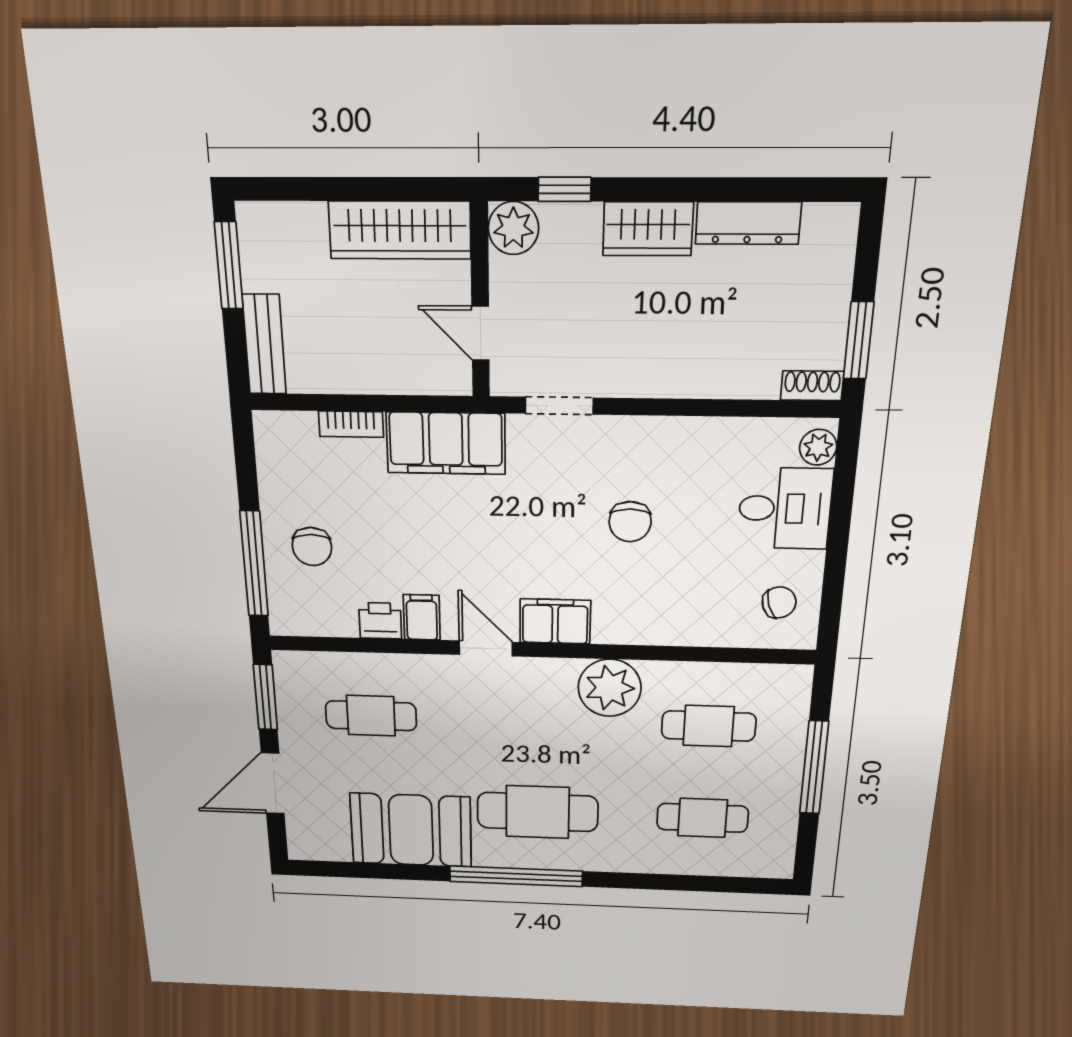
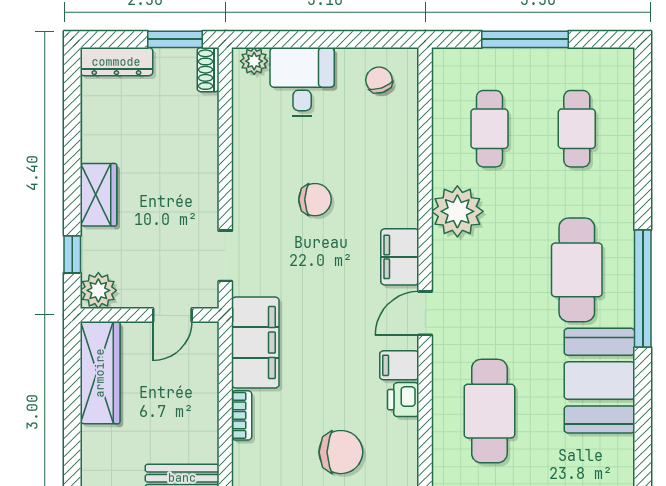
dresser: (748, 223) -> (116, 62), moved, turned 90
chair: (312, 547) -> (341, 452), width x1.37, depth x1.37
cafe table: (371, 716) -> (489, 411), width x1.37, depth x1.35

